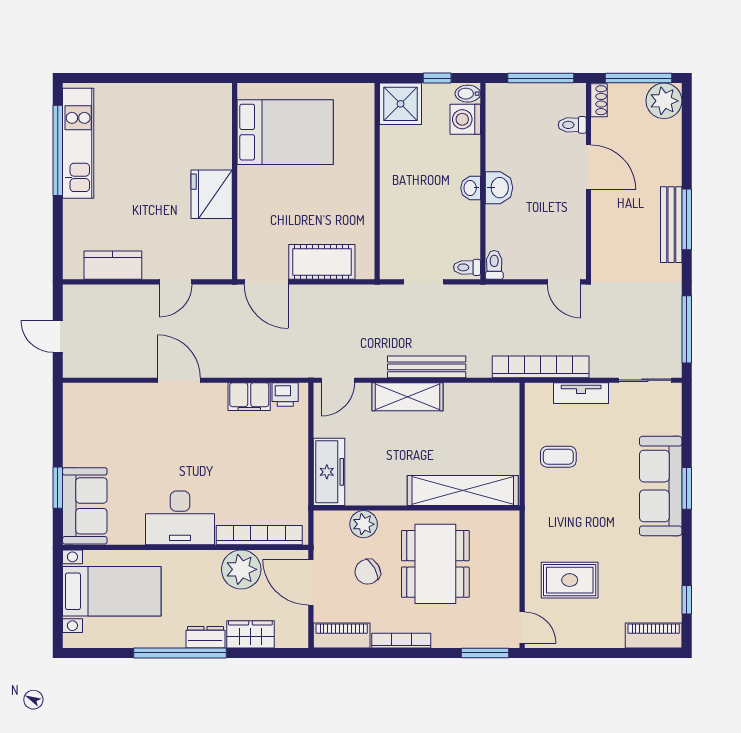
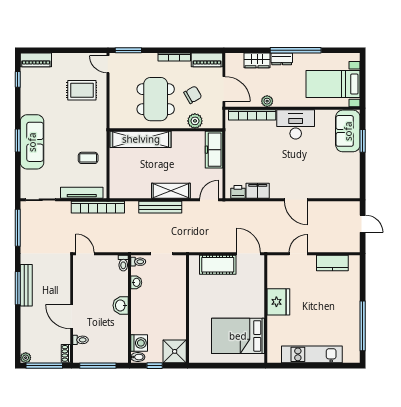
plant: (664, 101) -> (26, 358), width x0.53, depth x0.53
kitchen unit: (78, 143) -> (312, 354), moved, turned 90
washbasin: (471, 188) -> (136, 282), moved
tv unit: (581, 393) -> (82, 193), width x1.41
plant: (241, 569) -> (267, 101), width x0.53, depth x0.53

